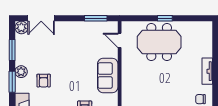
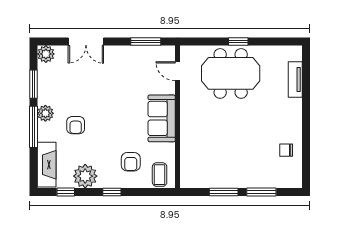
double door: (41, 18) -> (86, 42), moved
tv unit: (207, 71) -> (295, 79), moved
window: (12, 82) -> (33, 127), width x1.44

